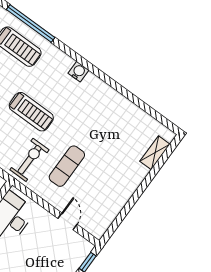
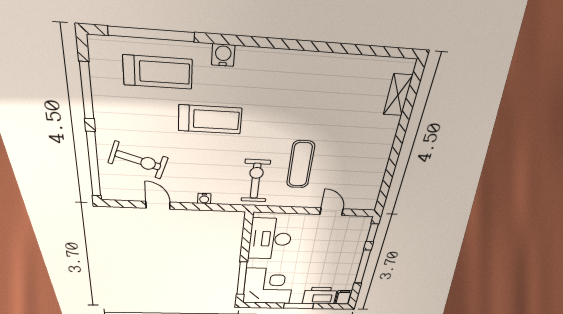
water cooler: (78, 72) -> (223, 55), moved
treadmill: (31, 112) -> (210, 119), moved

